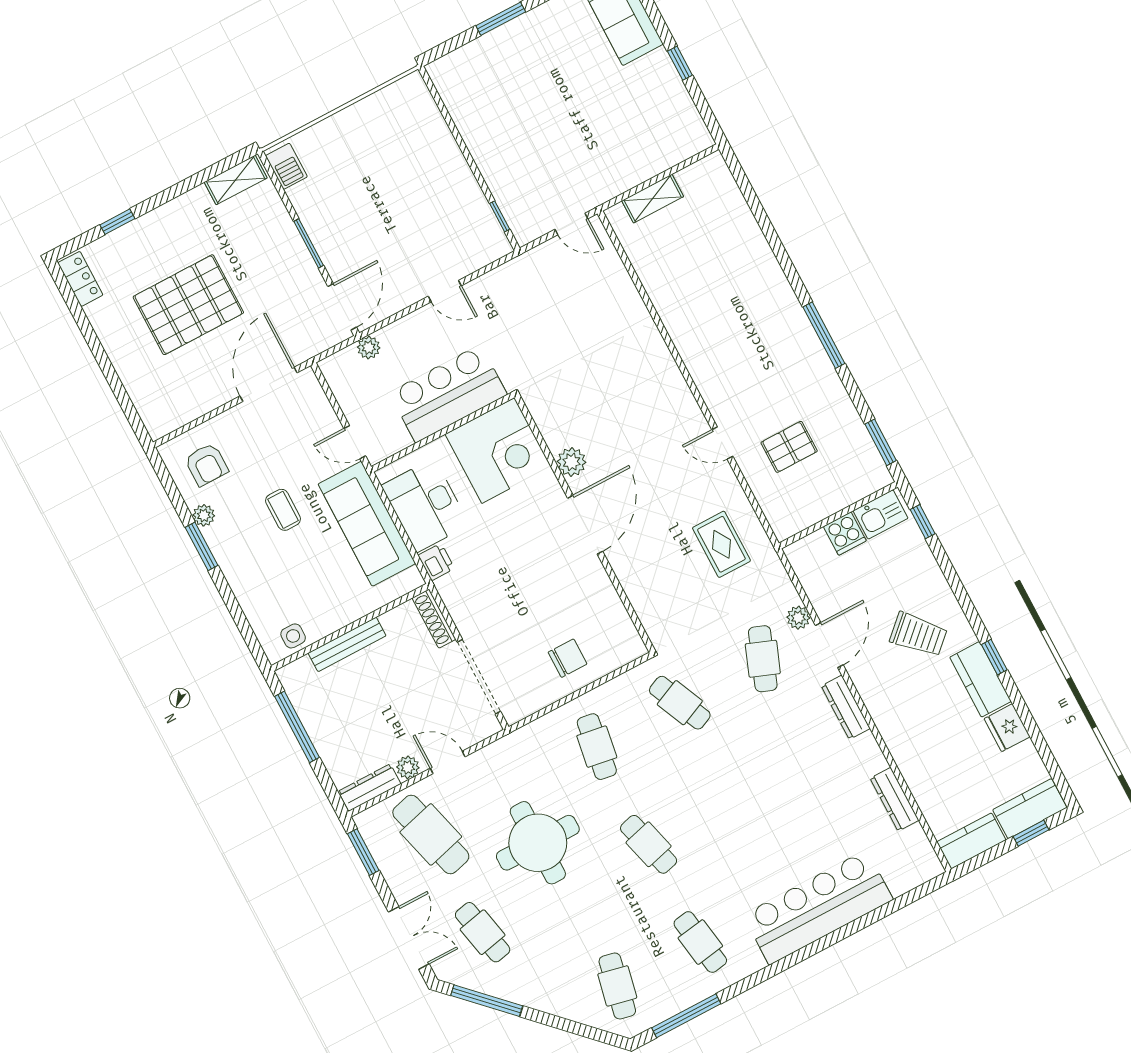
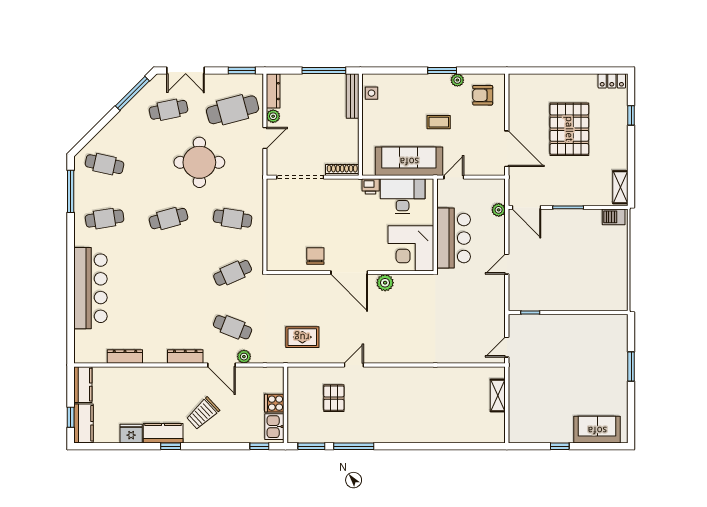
window: (824, 335) -> (354, 446), moved
bench: (347, 644) -> (353, 96), moved
chair: (568, 658) -> (315, 256), moved, turned 180

